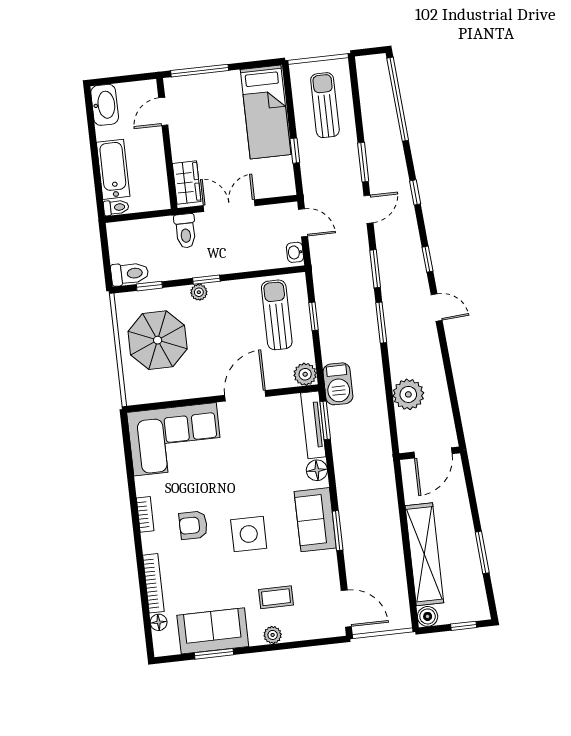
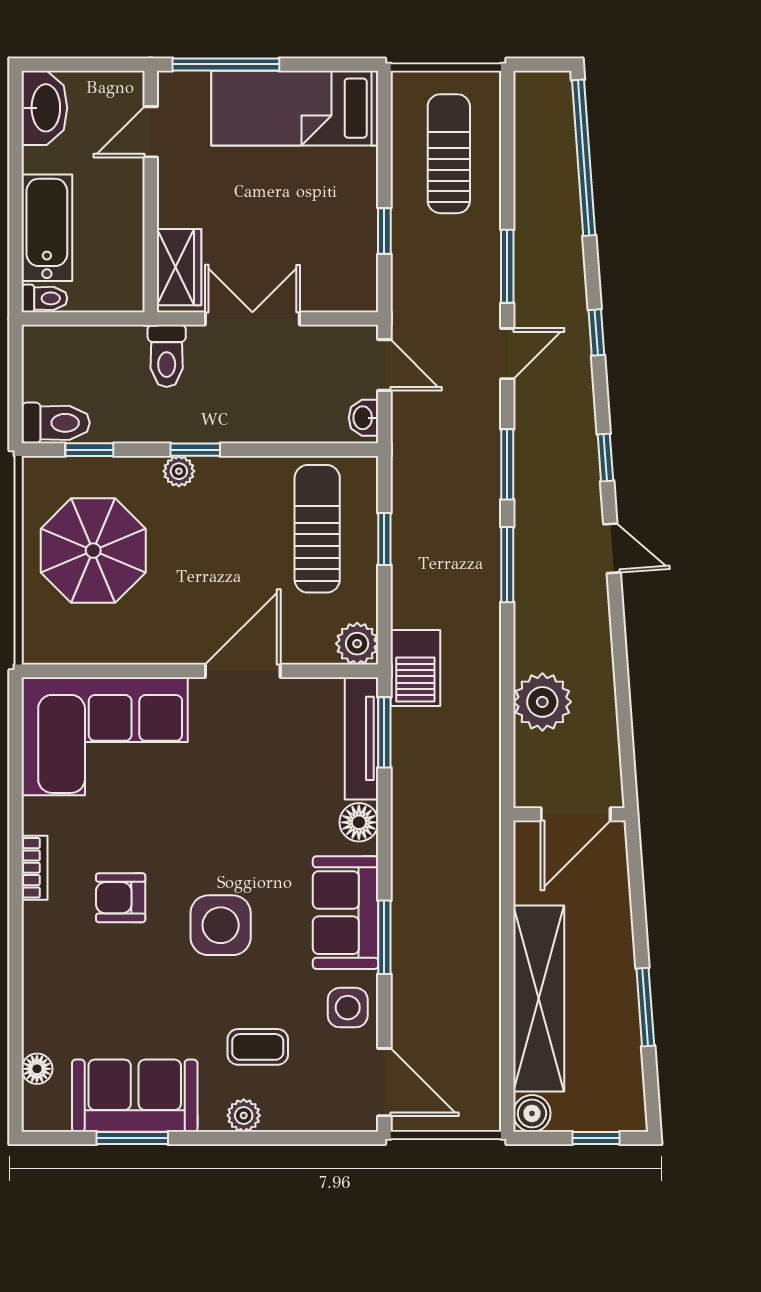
bed: (266, 112) -> (295, 108), moved, turned 90
side table: (322, 571) -> (348, 1008), added
bookcase: (153, 583) -> (36, 996), removed

